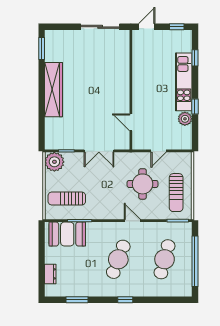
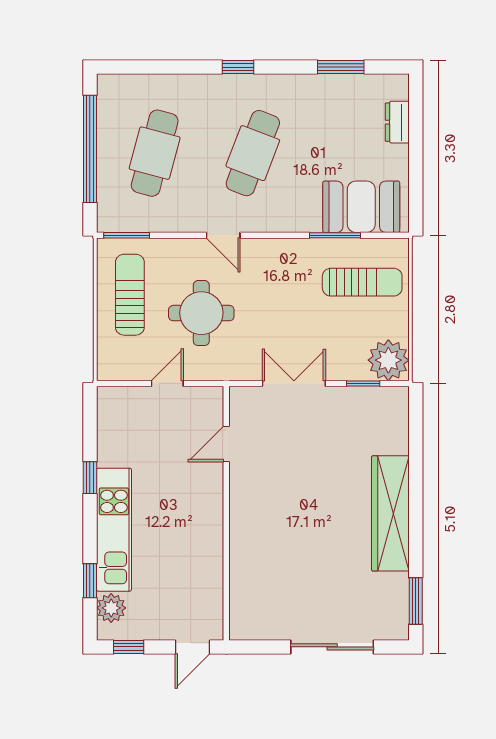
sliding door: (100, 27) -> (332, 647), moved
plant: (185, 119) -> (111, 608), moved
door: (131, 122) -> (226, 444), swing flipped

